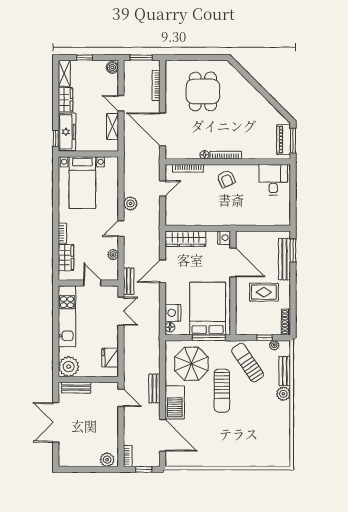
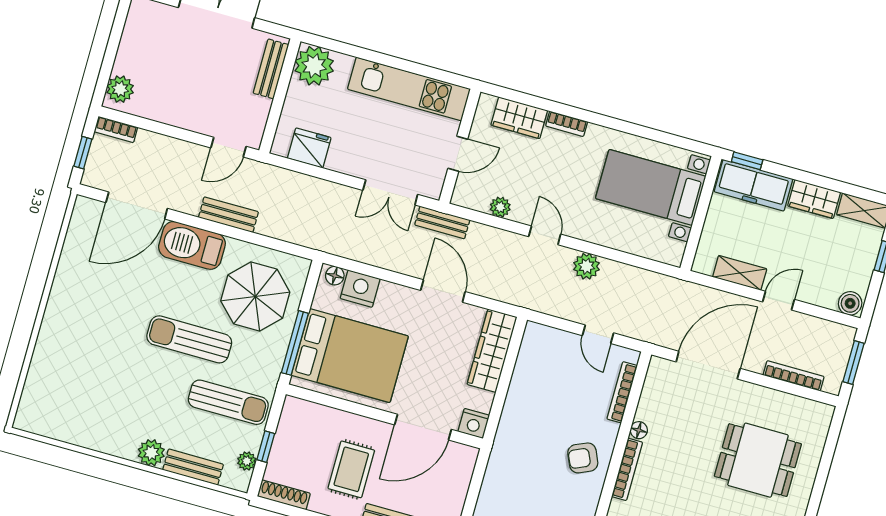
sun lounger: (248, 363) -> (228, 402), turned 34

